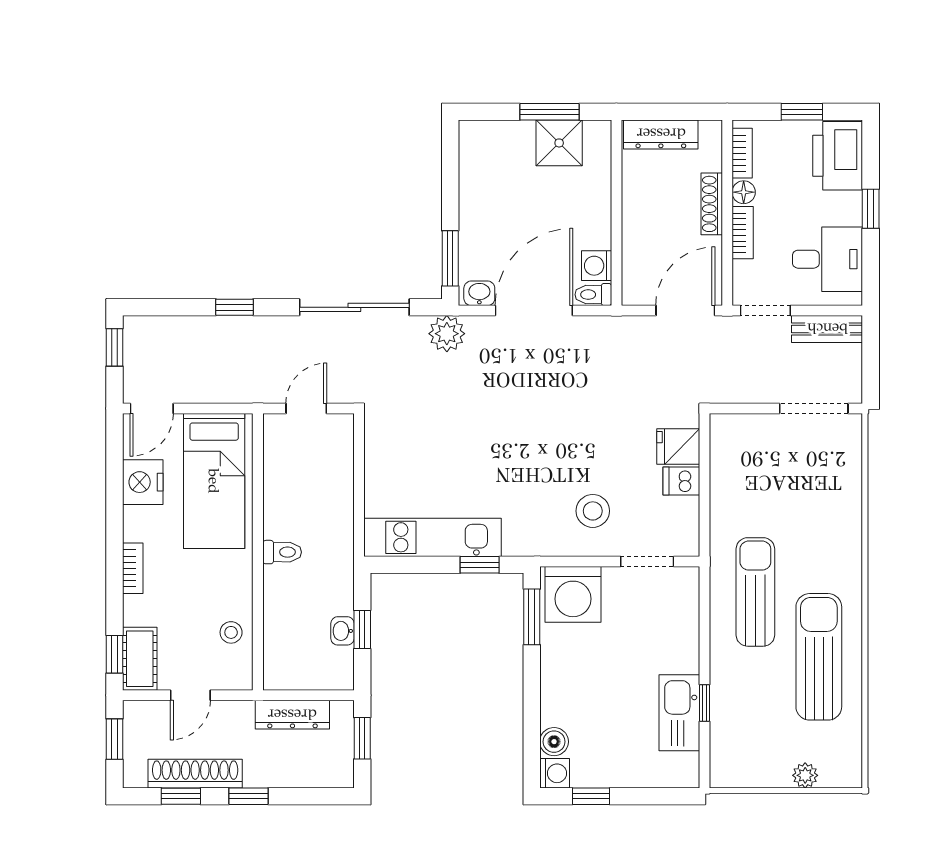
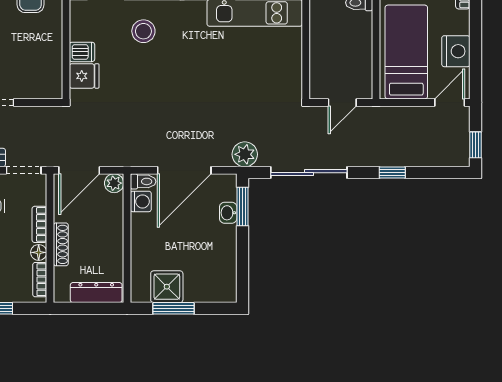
plant: (635, 292) -> (114, 183), added
washbasin: (479, 293) -> (228, 213), moved, turned 90

